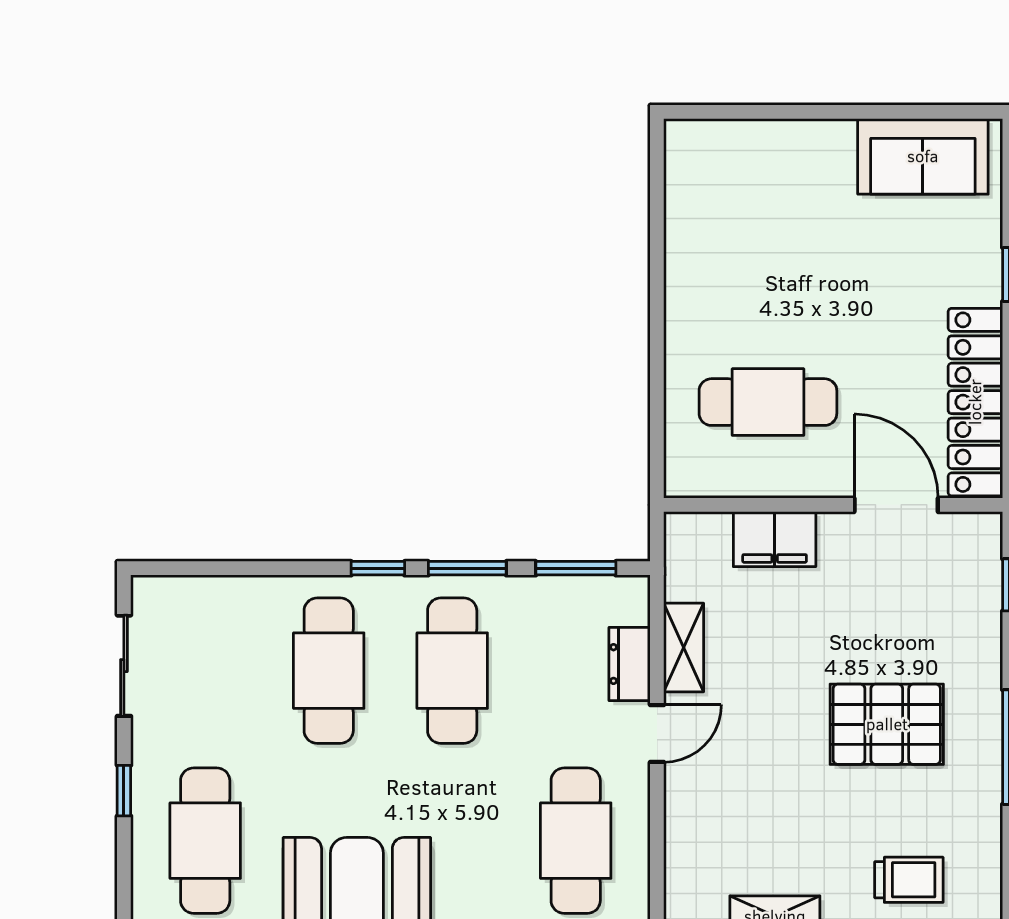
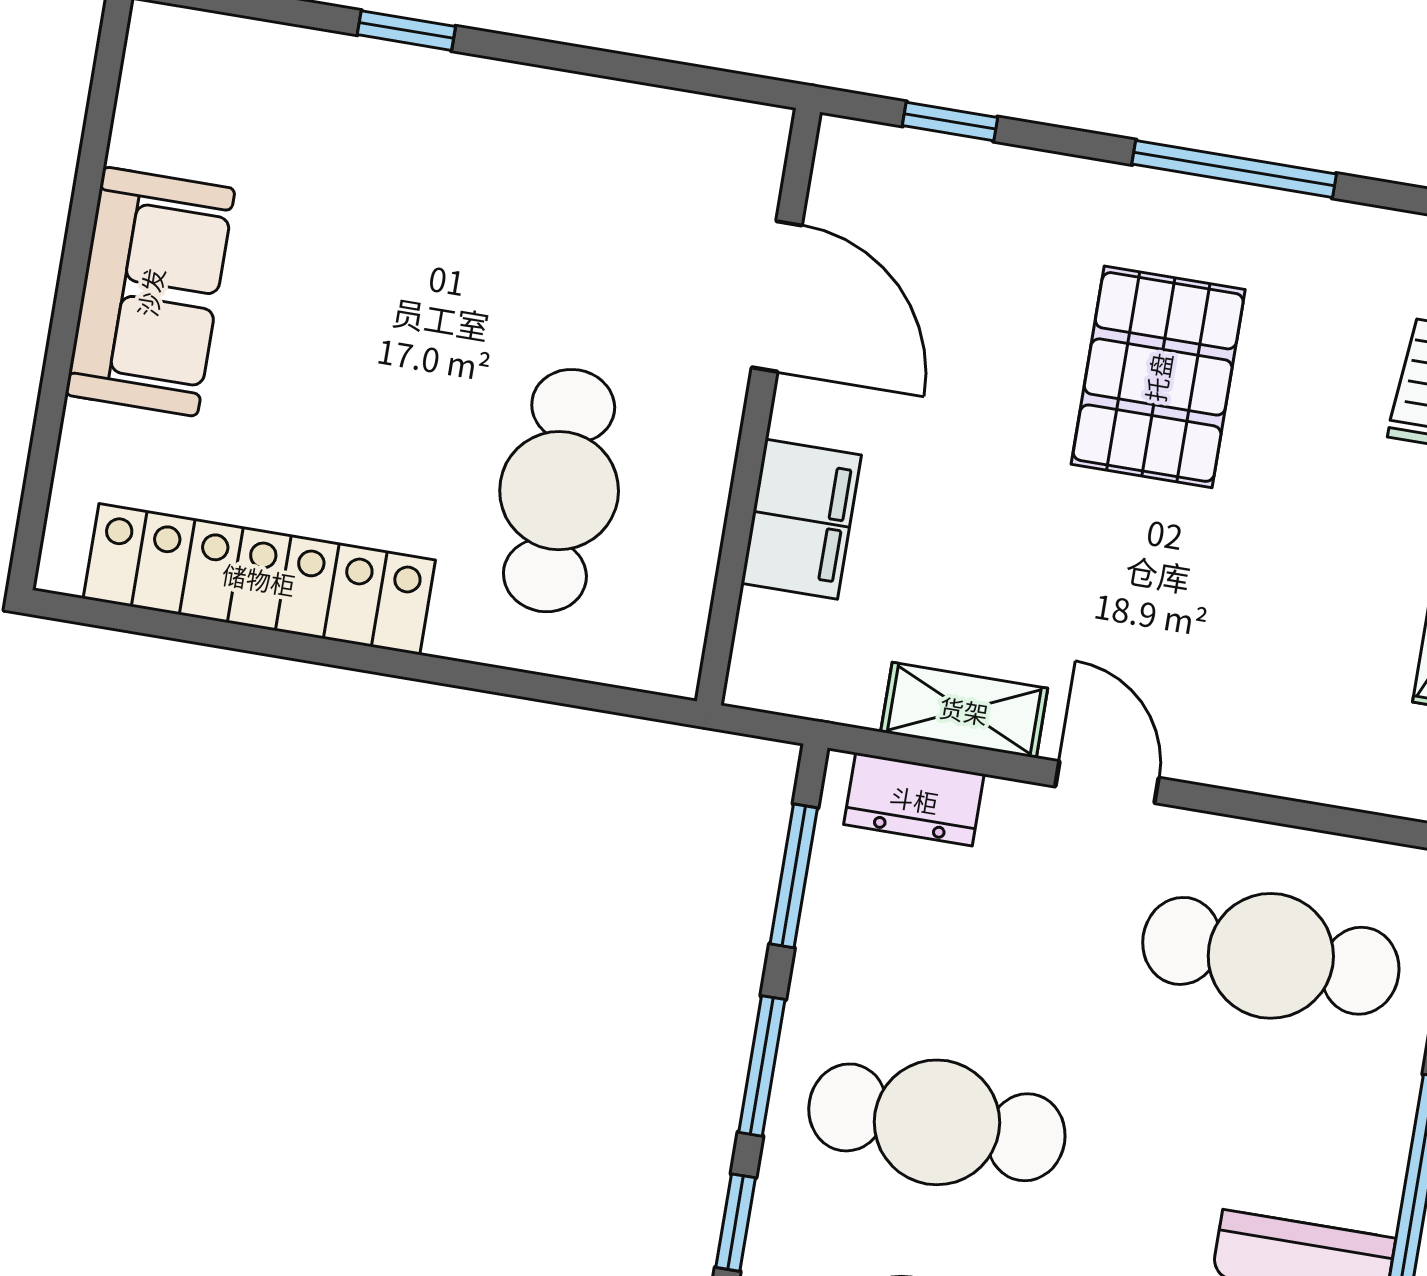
sofa: (923, 156) -> (150, 292), moved
locker: (975, 402) -> (259, 579), moved, turned 180
door: (896, 505) -> (777, 296), swing flipped
dresser: (630, 664) -> (914, 799), moved

